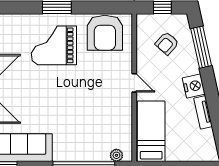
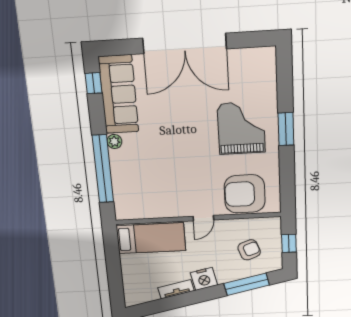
armchair: (105, 33) -> (245, 194), moved
armchair: (167, 43) -> (249, 250), turned 117
plant: (116, 155) -> (114, 141), moved

